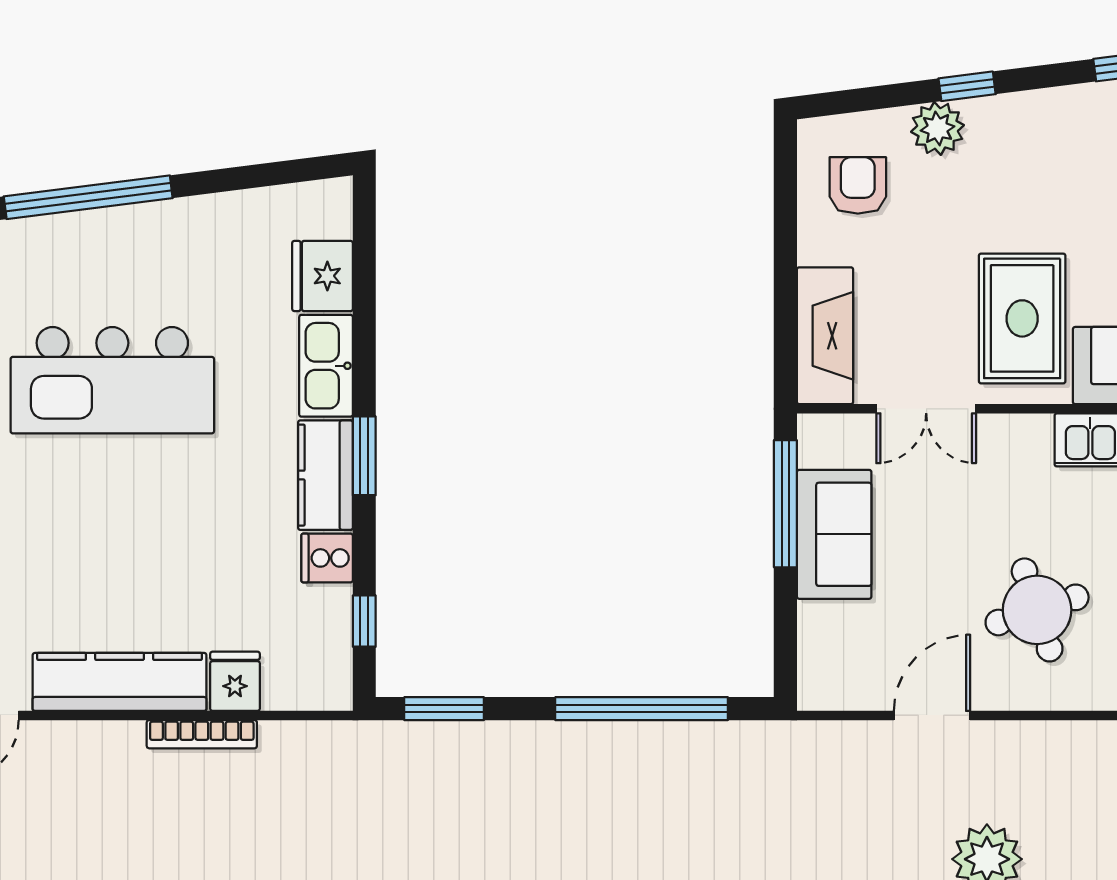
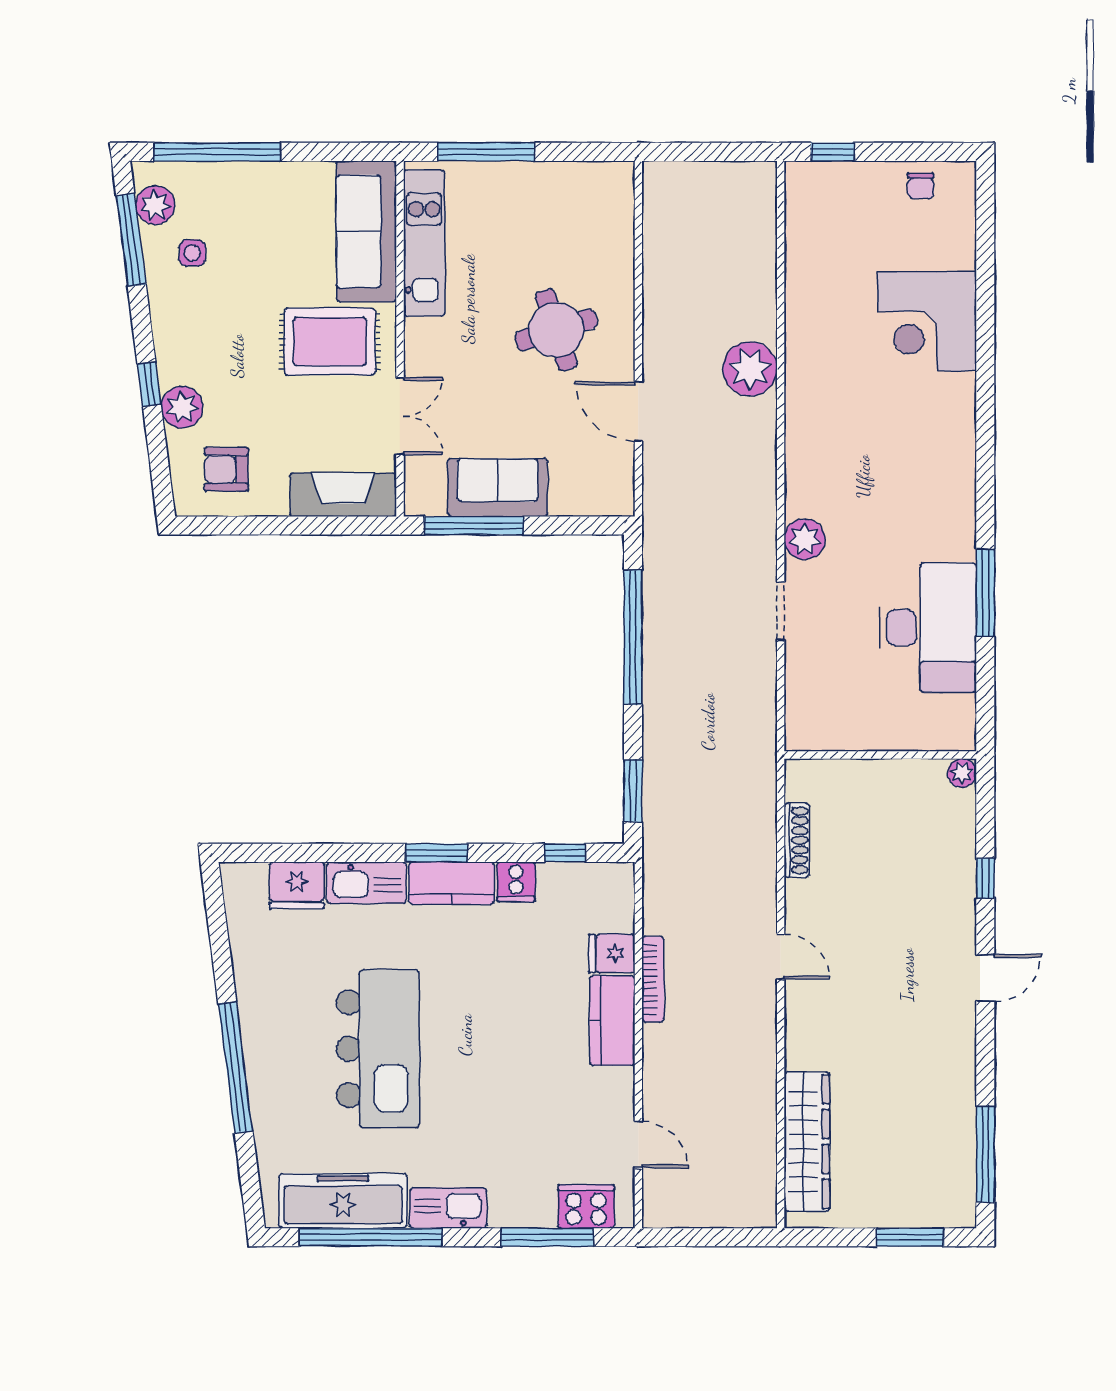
kitchen counter: (120, 682) -> (612, 1021), width x0.67

